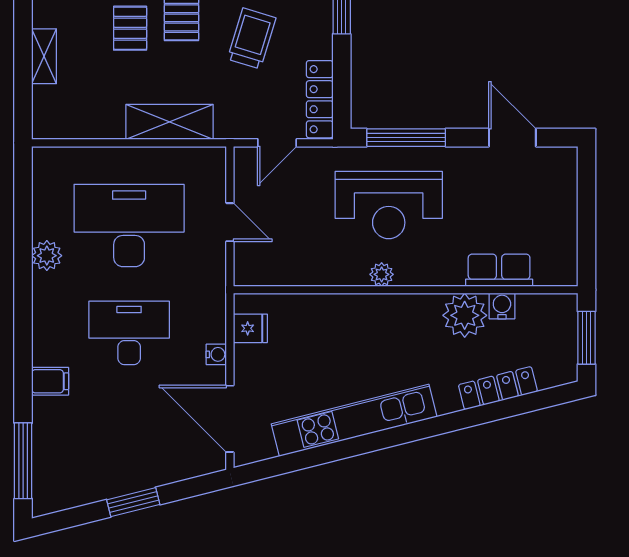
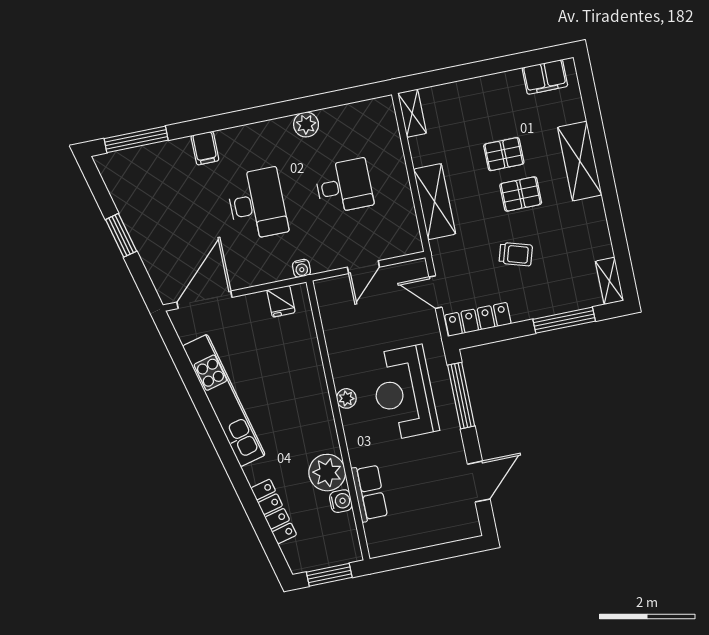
trolley: (252, 38) -> (516, 254), width x0.73, depth x0.72
shelving: (44, 56) -> (412, 113), moved, turned 90
desk: (129, 226) -> (344, 186), width x0.53, depth x0.77
water cooler: (216, 354) -> (301, 268), moved

